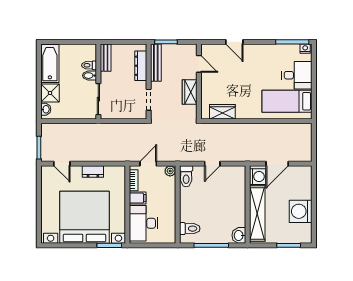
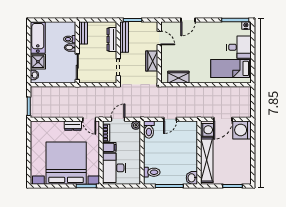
door: (234, 42) -> (188, 20), hinge flipped
door: (62, 164) -> (89, 119), moved
washing machine: (301, 211) -> (242, 130), moved

